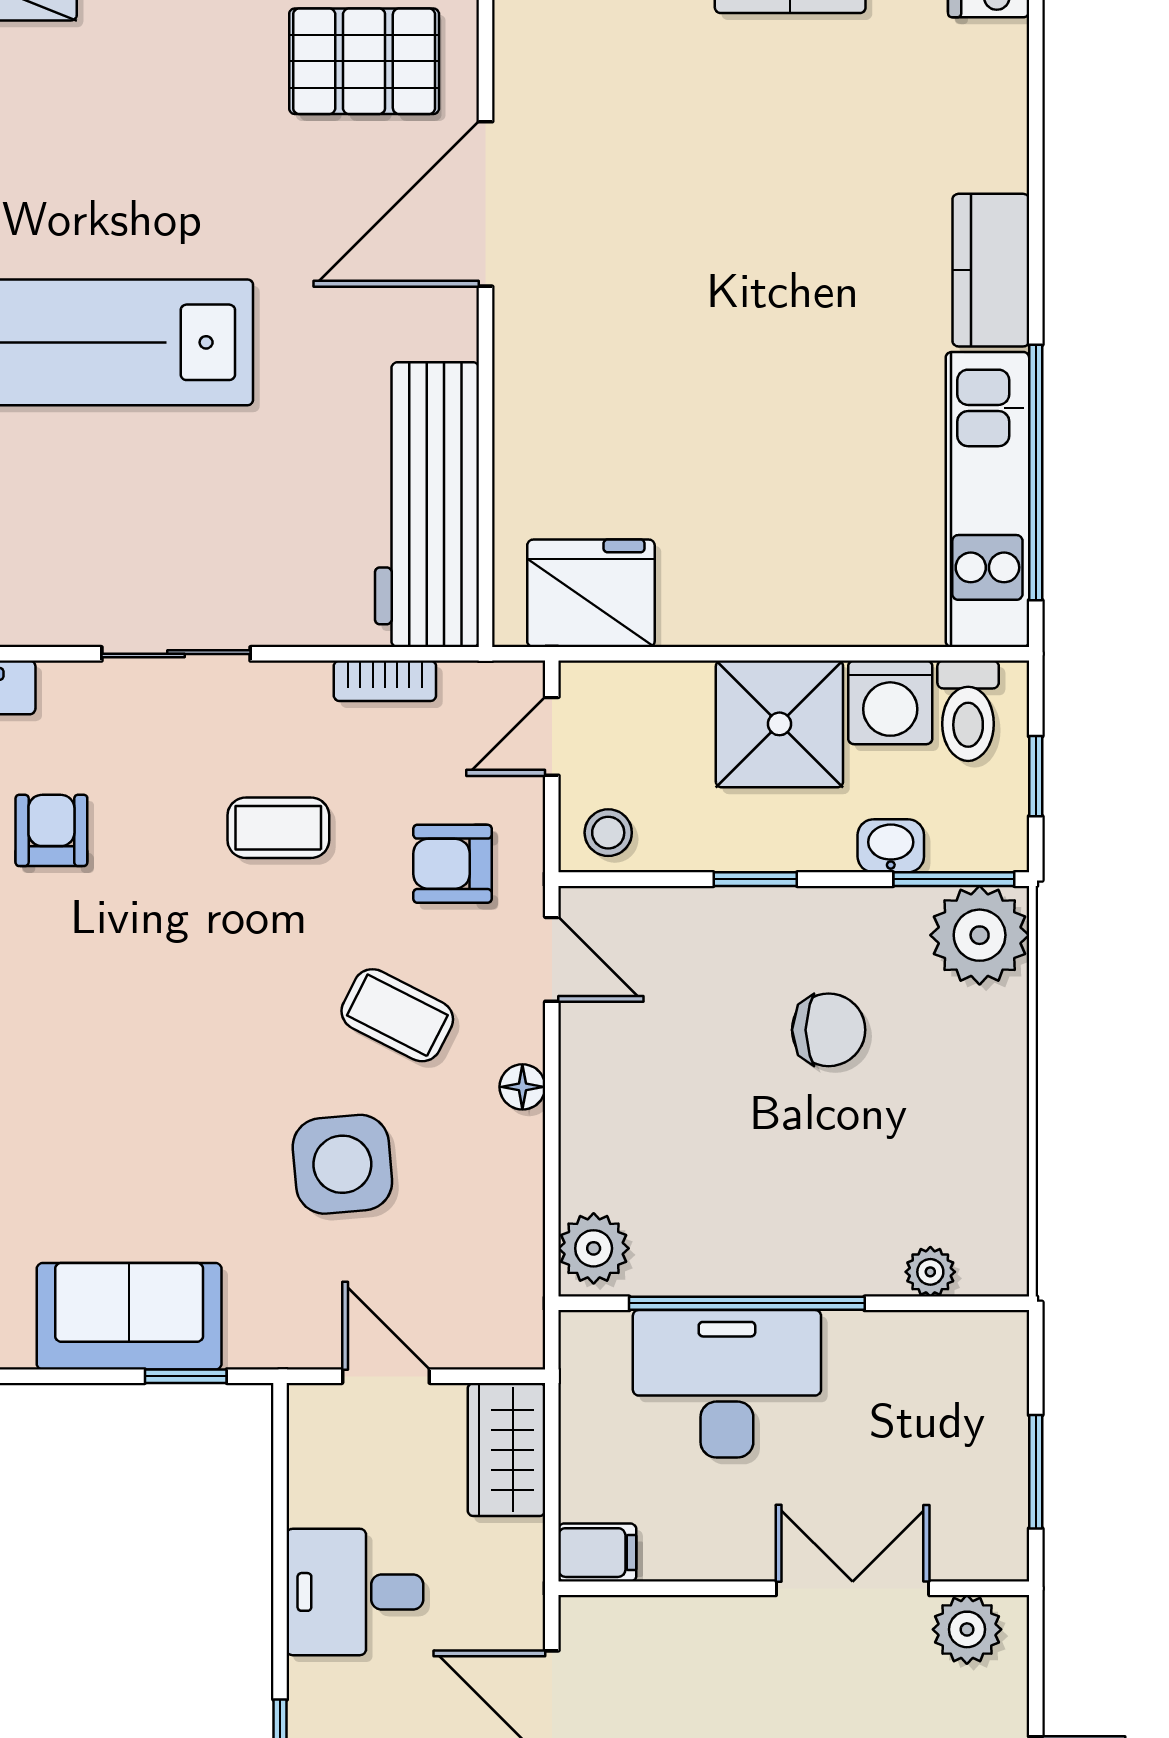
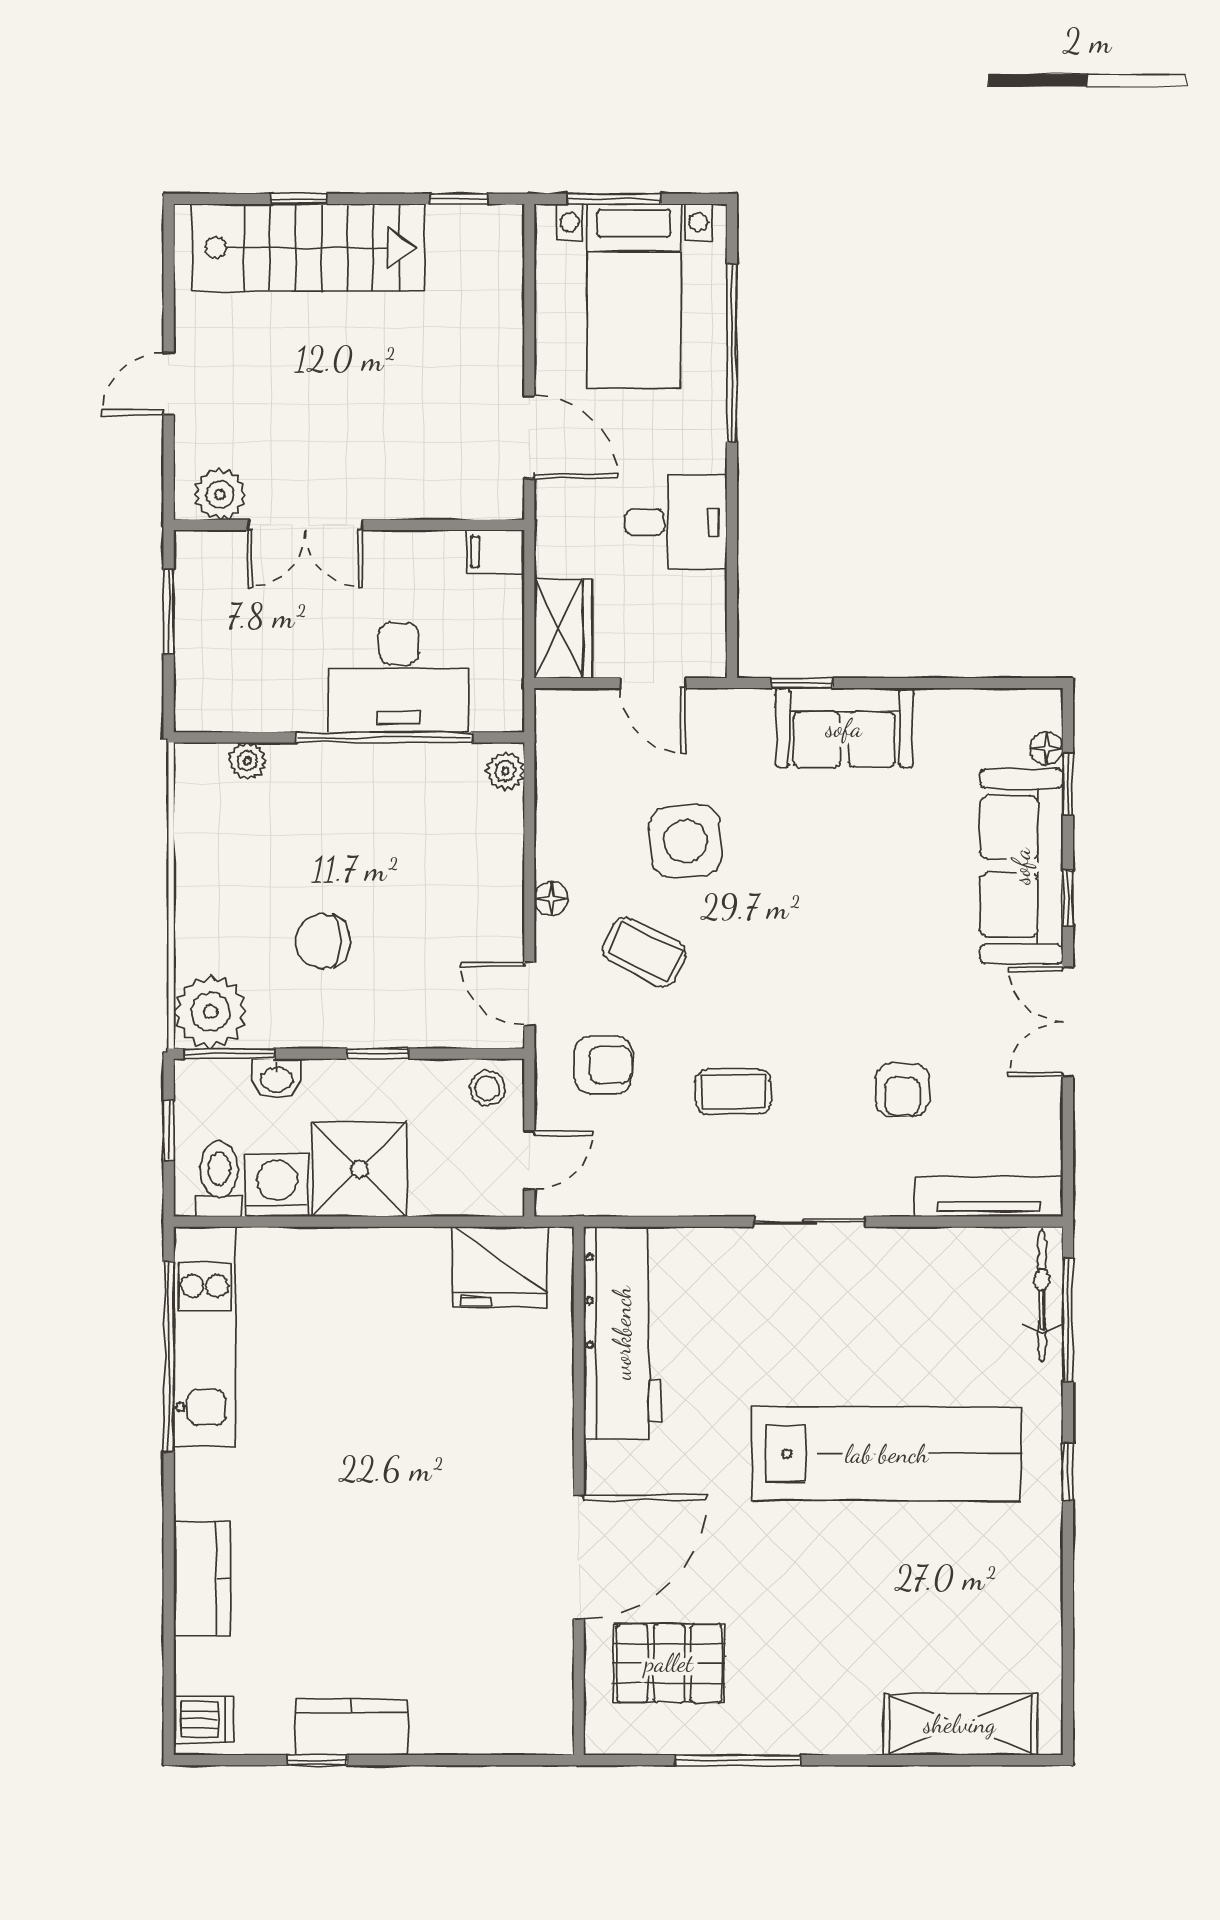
kitchen counter: (991, 270) -> (202, 1579), moved
bookcase: (385, 681) -> (654, 1201), removed
plant: (594, 1248) -> (505, 771), width x0.73, depth x0.73

